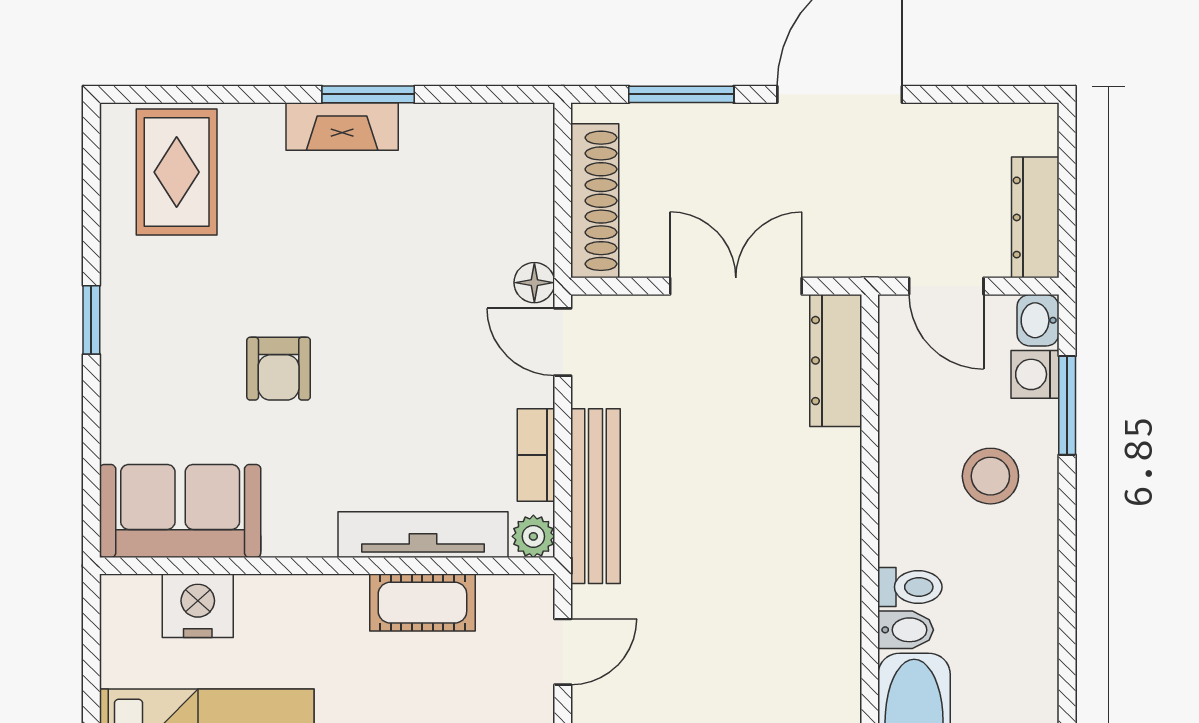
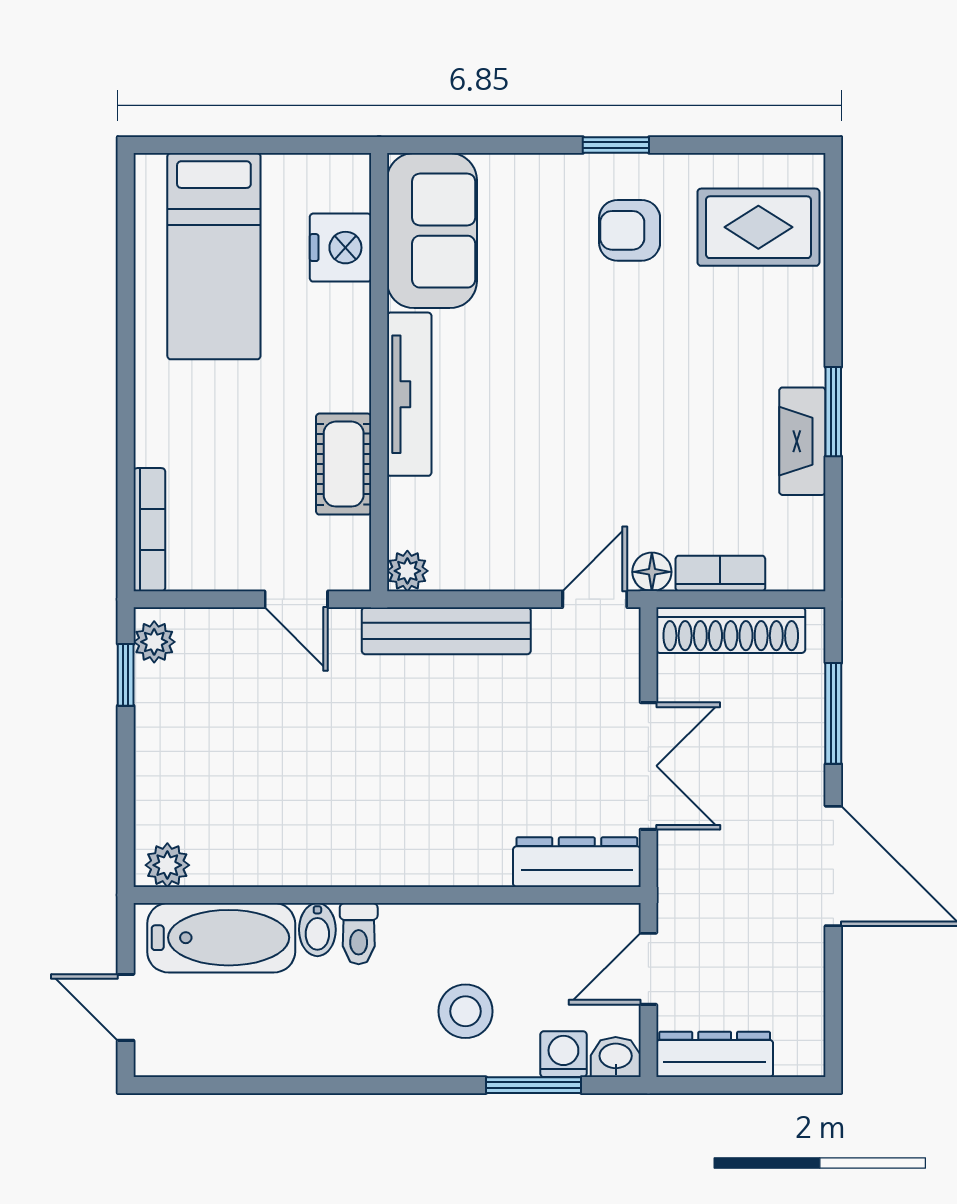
fireplace: (342, 126) -> (802, 441), moved
armchair: (279, 369) -> (630, 230), moved
bookcase: (536, 455) -> (720, 573), moved
tv unit: (423, 535) -> (409, 394), moved

